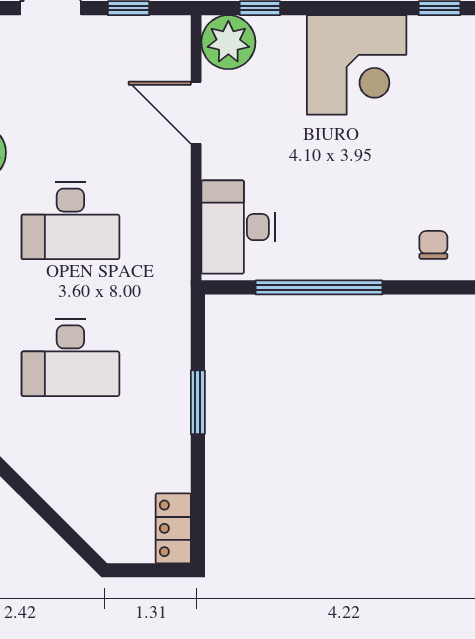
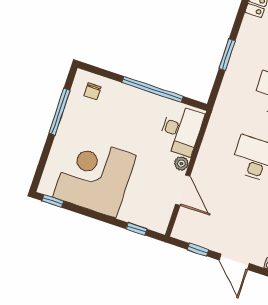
plant: (228, 42) -> (181, 164), moved, width x0.53, depth x0.53
corner desk: (357, 65) -> (95, 176), width x1.36, depth x1.36

